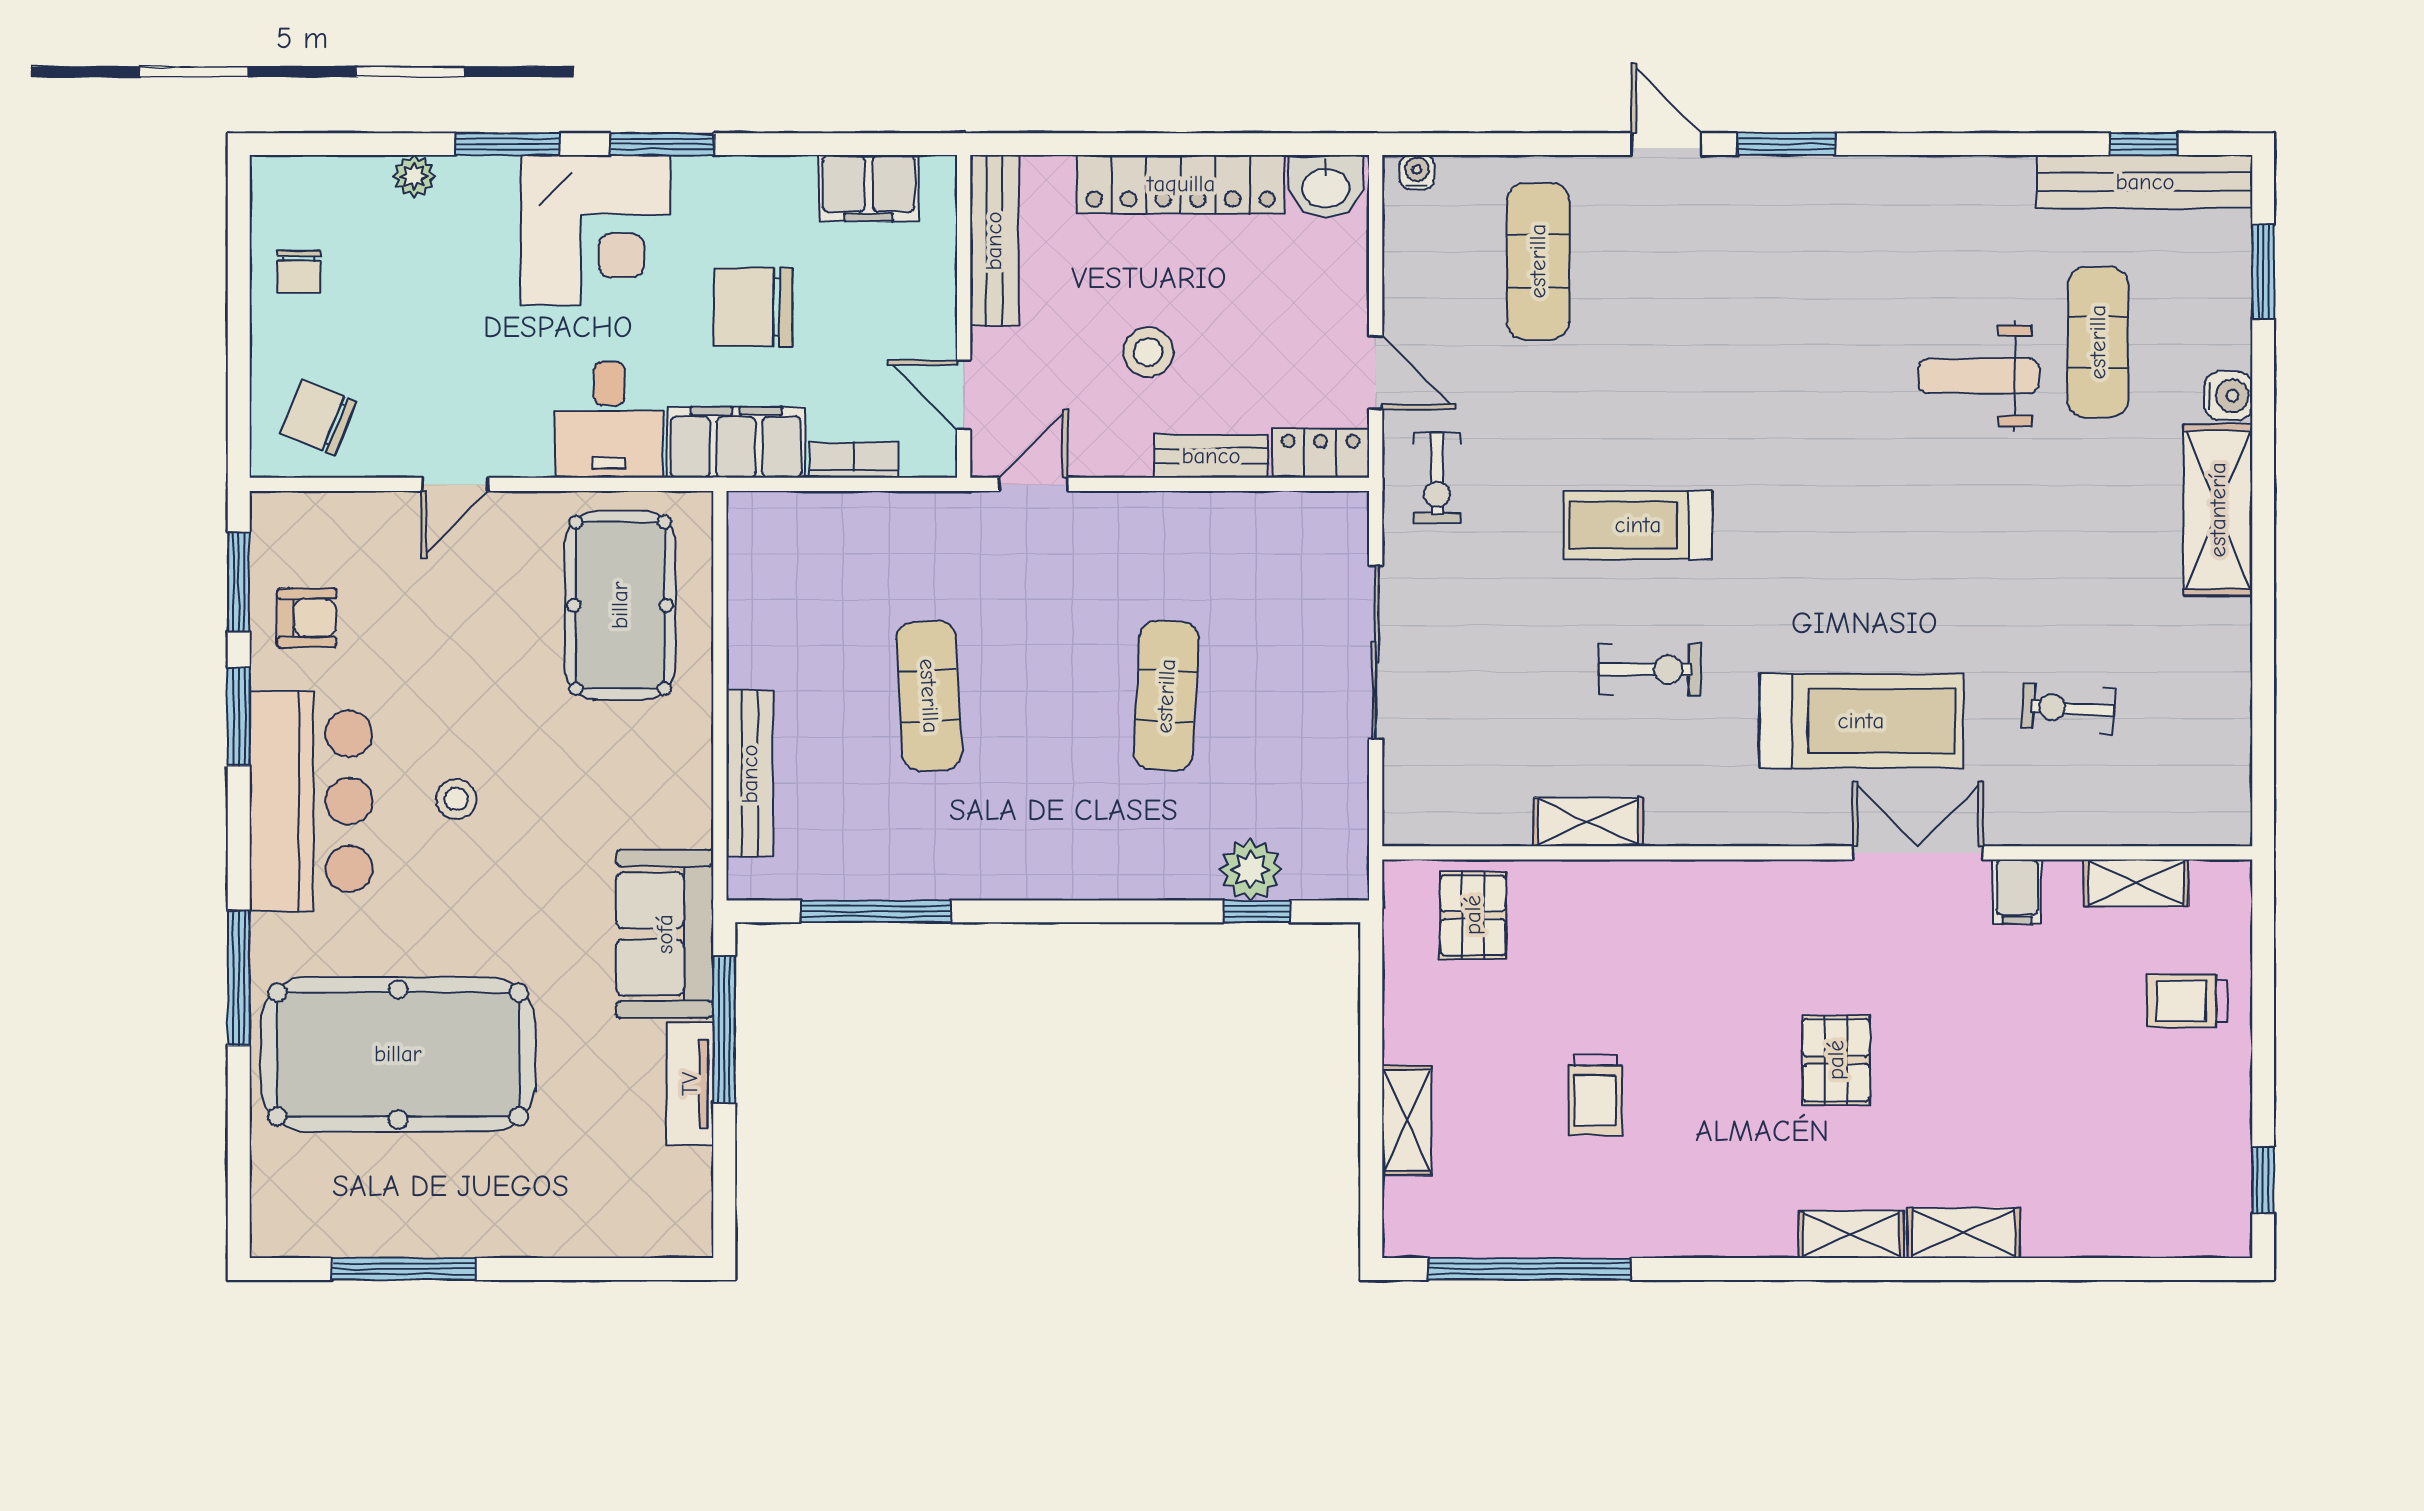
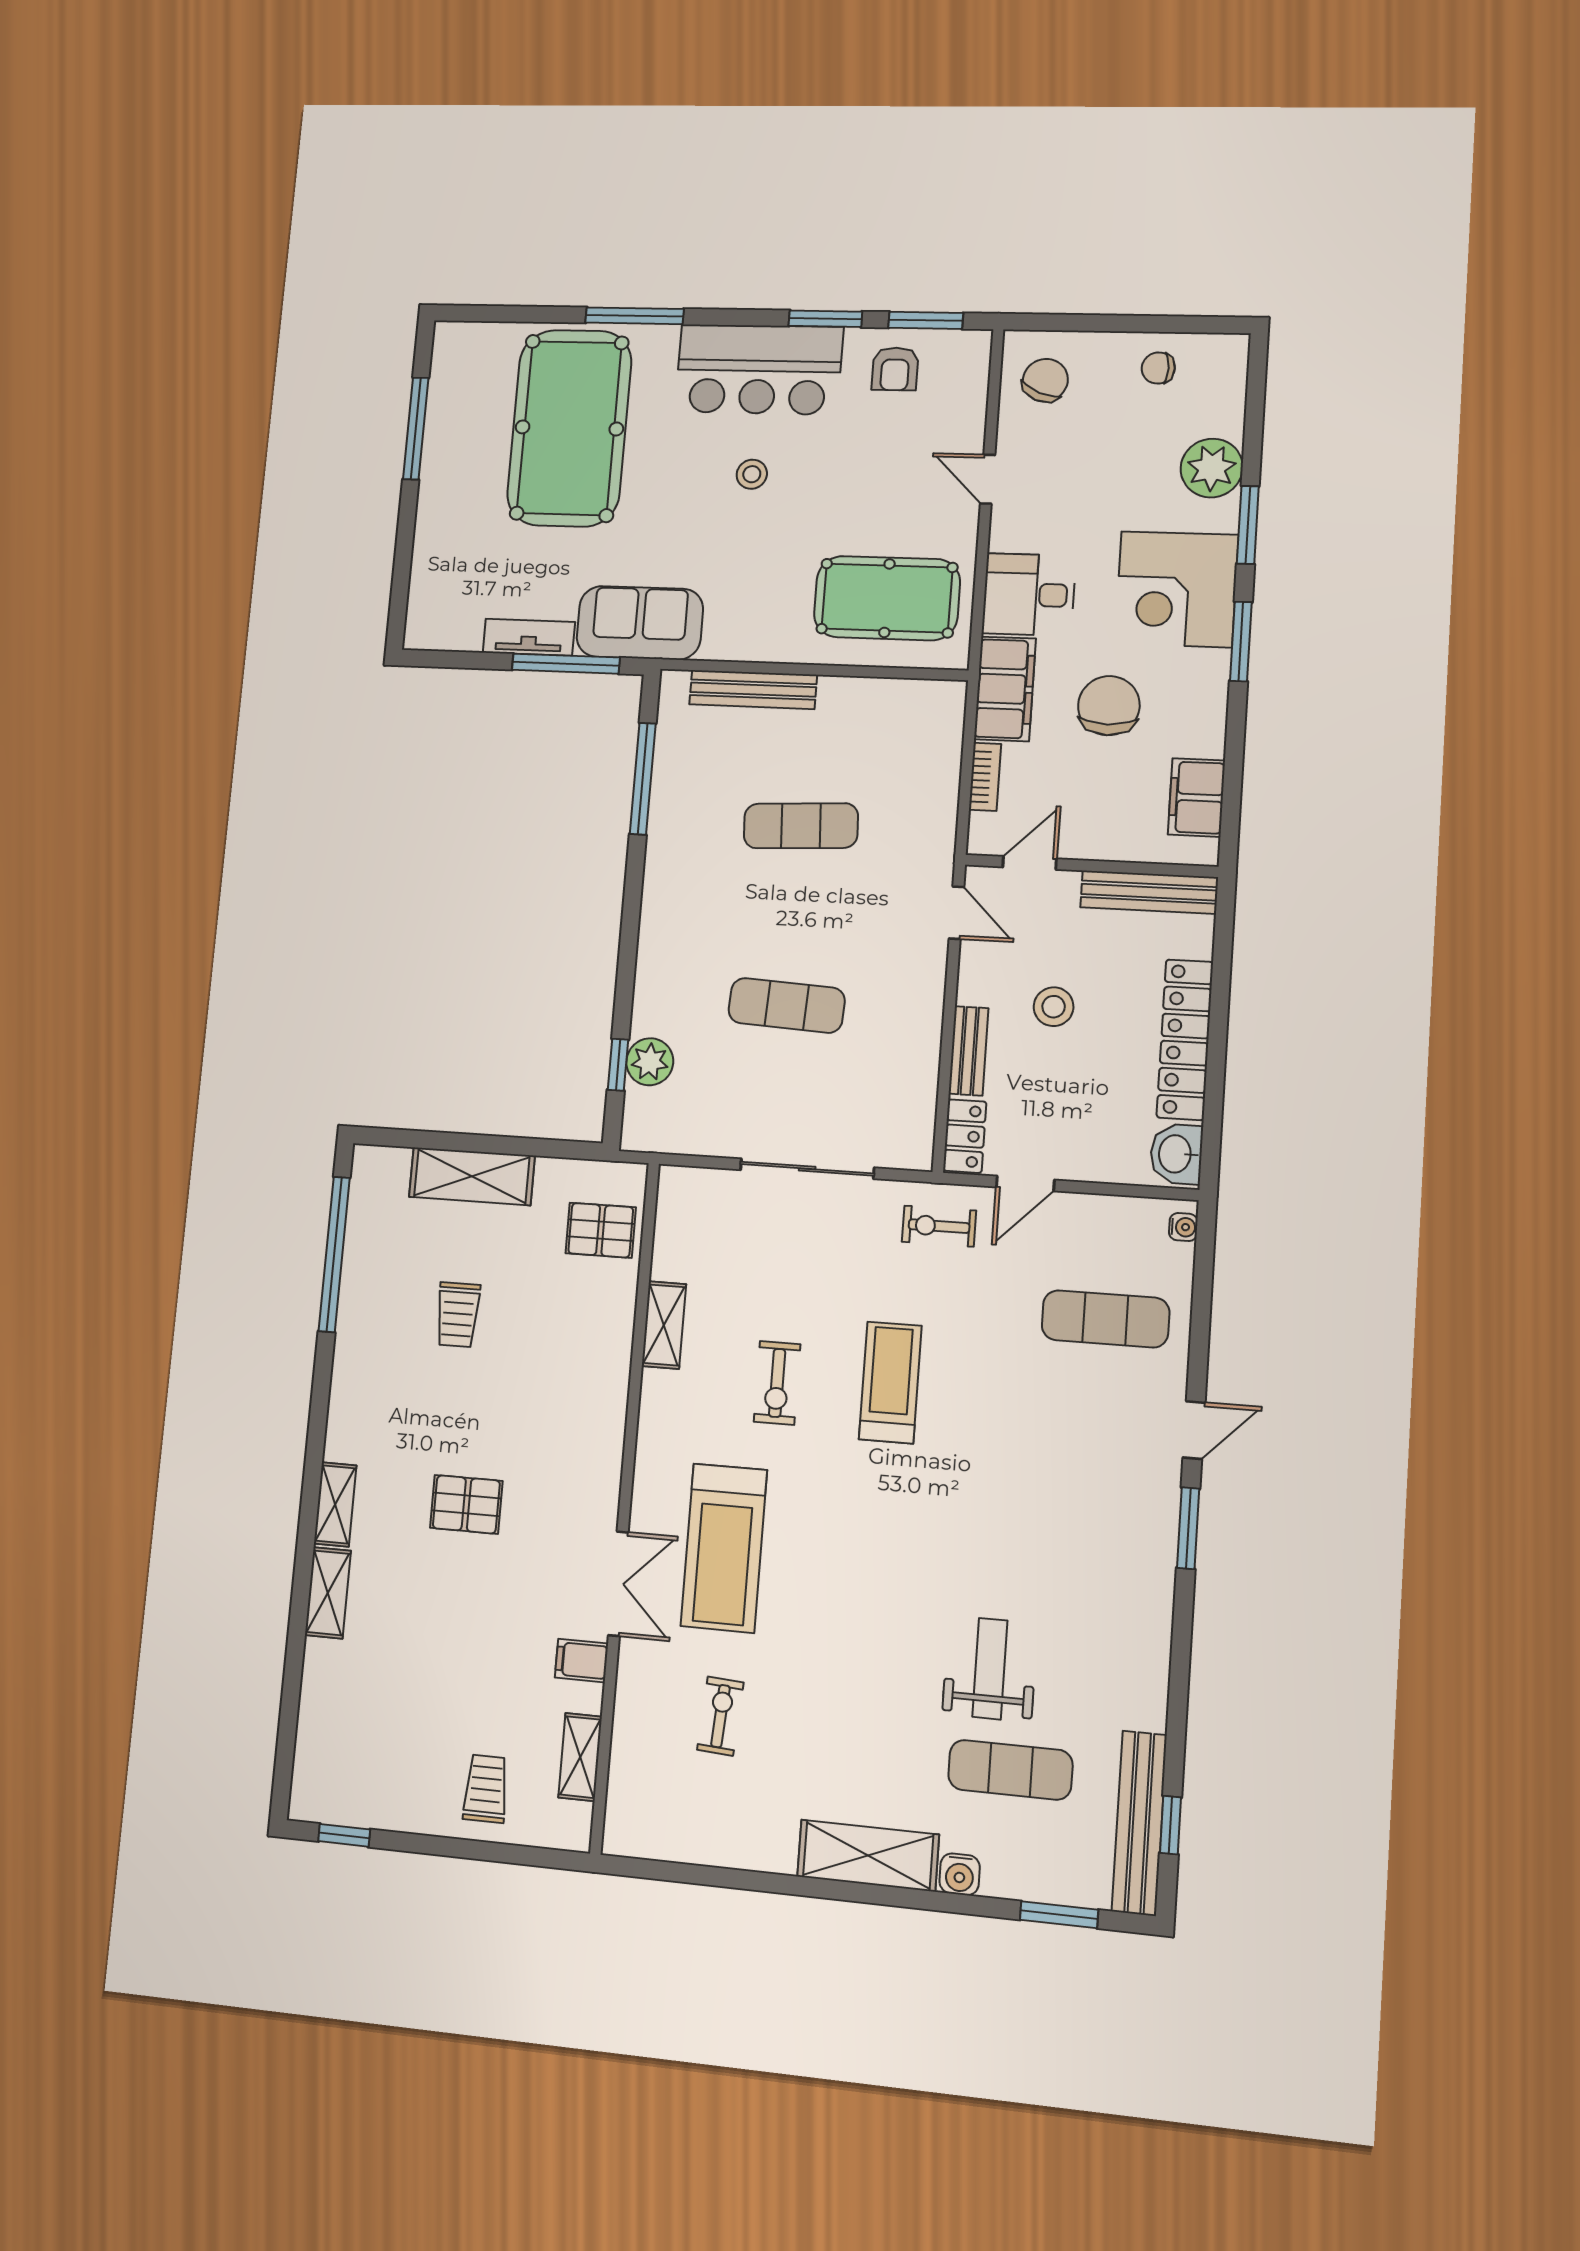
plant: (414, 176) -> (1212, 468), width x1.88, depth x1.88
trolley: (1595, 1095) -> (458, 1315), turned -90
shelving: (1407, 1121) -> (472, 1176), width x1.50, depth x1.33

